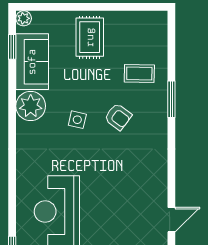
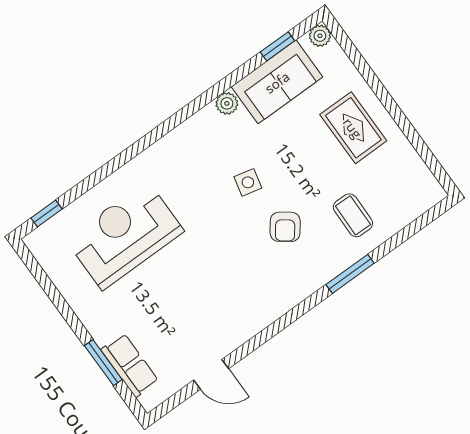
rug: (90, 37) -> (353, 128), turned 90
plant: (31, 106) -> (227, 103), width x0.53, depth x0.53

